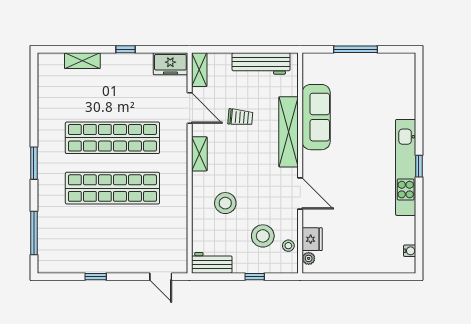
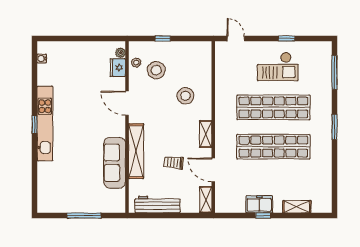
freezer: (170, 64) -> (259, 204), moved
checkout: (107, 241) -> (278, 67), added
workbench: (212, 263) -> (196, 49), removed

